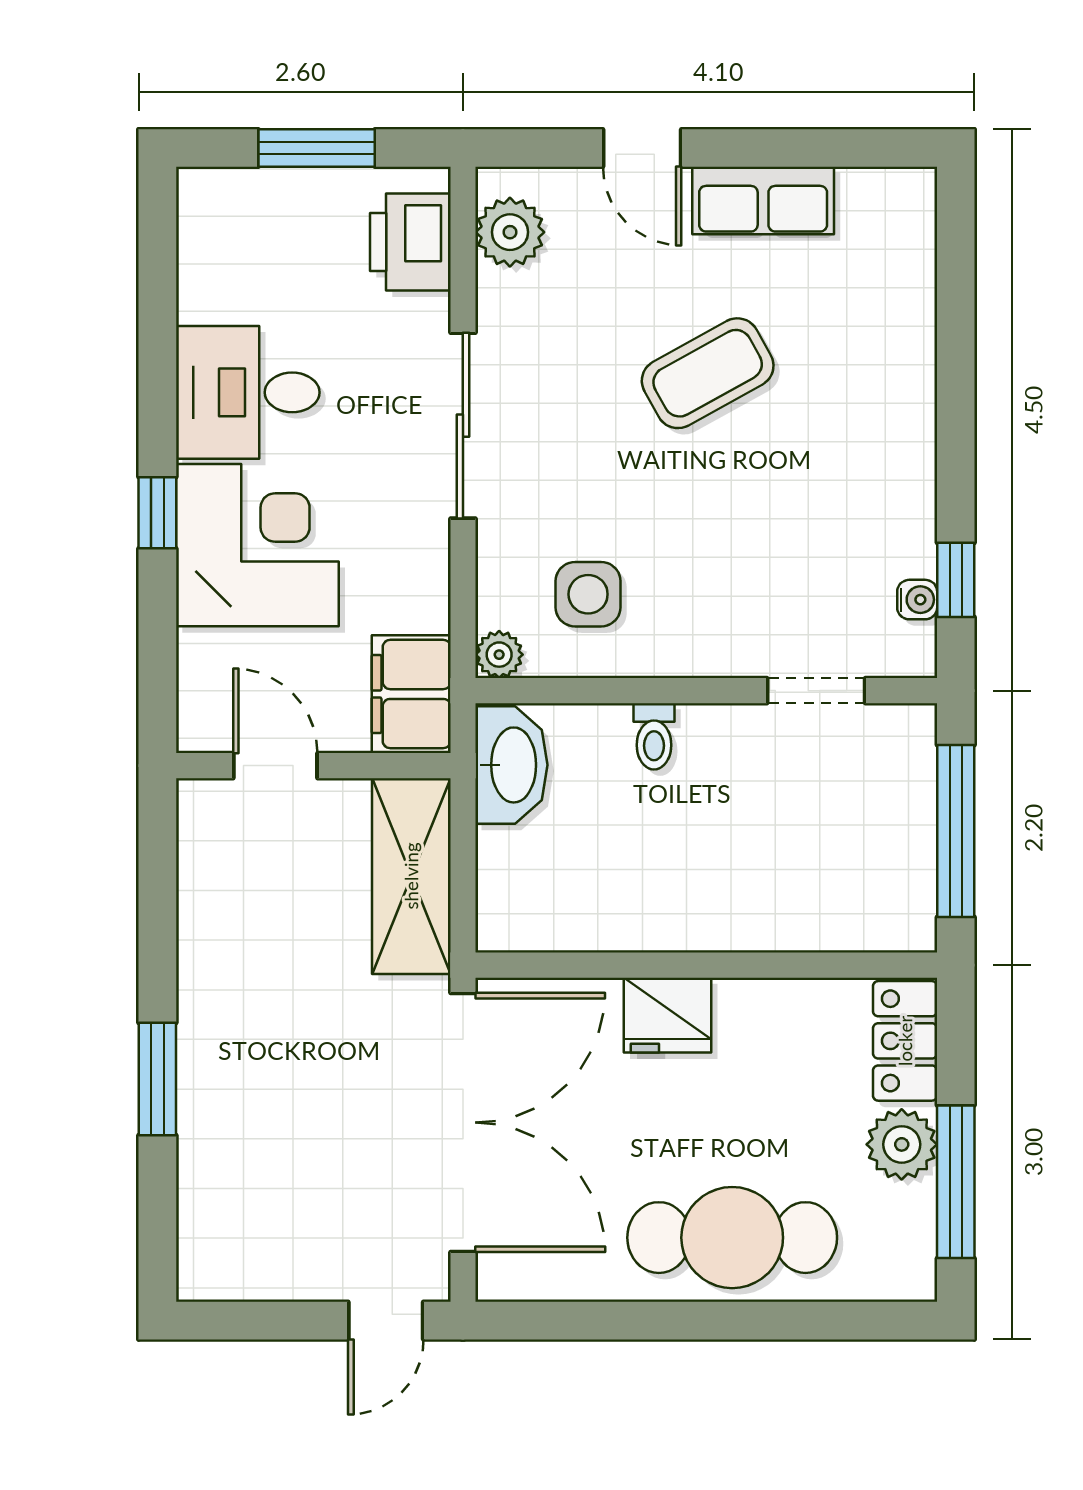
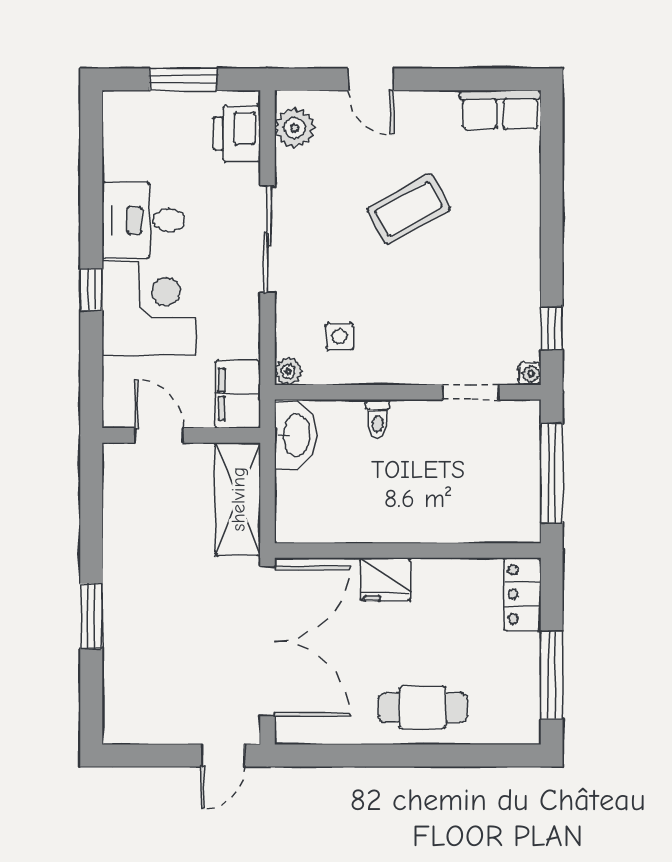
row of seats: (763, 201) -> (500, 110), moved
side table: (588, 594) -> (340, 337), width x0.73, depth x0.73
water cooler: (917, 600) -> (529, 374), moved
plant: (902, 1144) -> (520, 654), removed
cafe table: (732, 1238) -> (423, 708), width x0.73, depth x0.74

